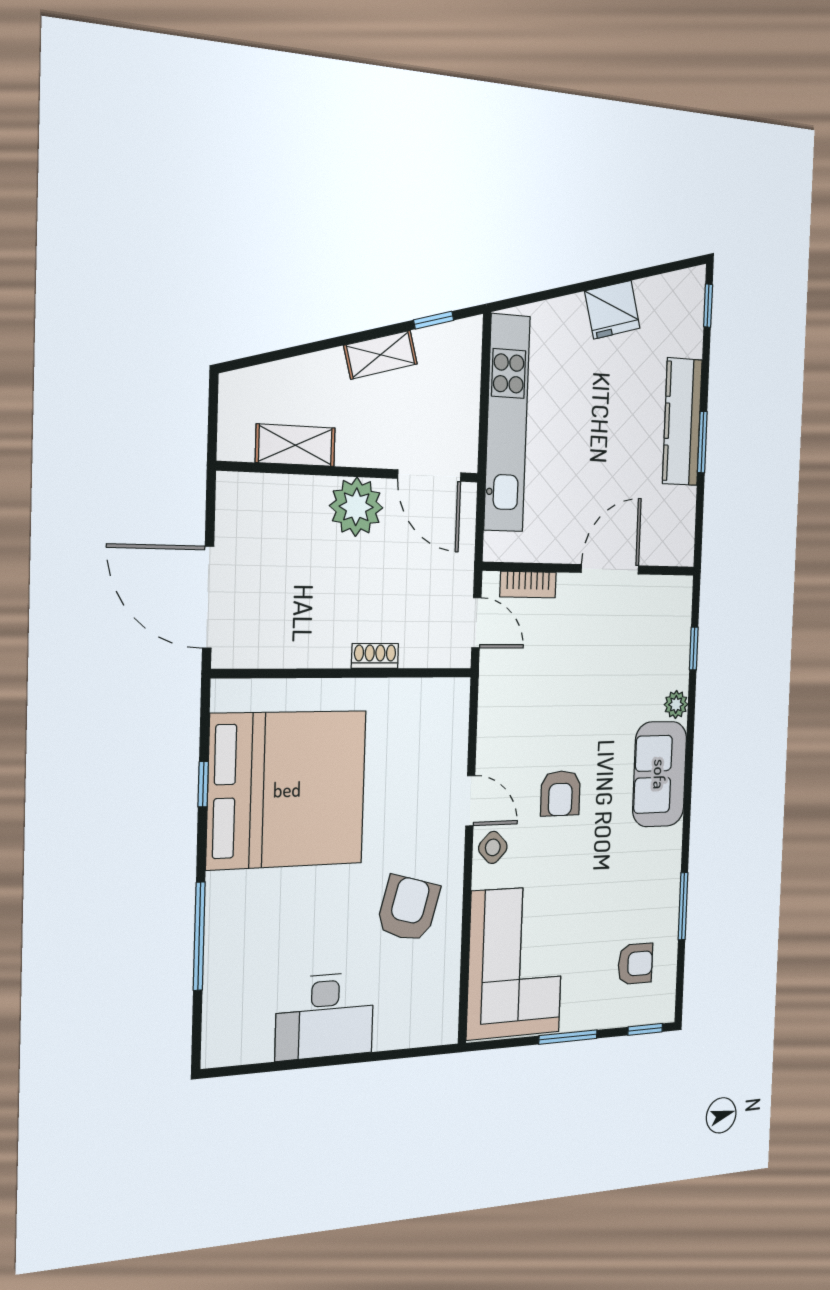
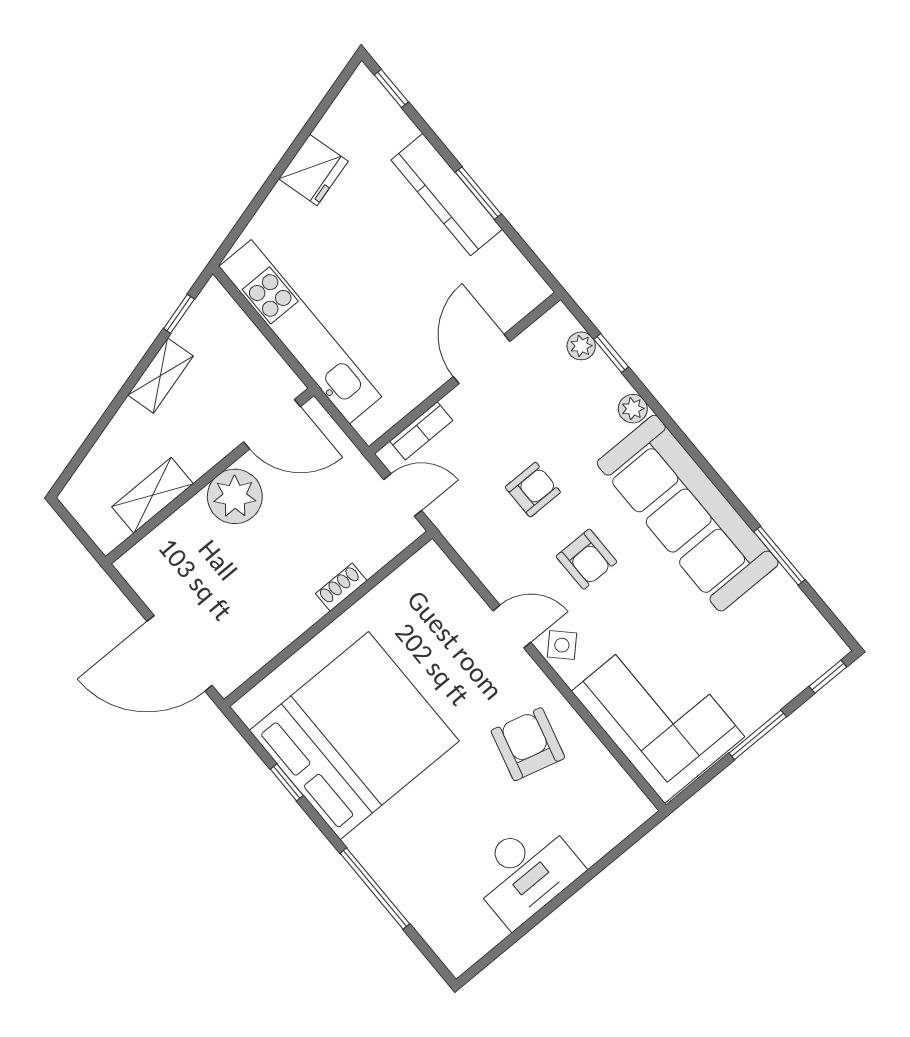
plant: (680, 624) -> (581, 346), added
sofa: (660, 774) -> (688, 513), width x1.85, depth x1.27
armchair: (635, 964) -> (533, 490), moved

